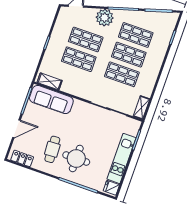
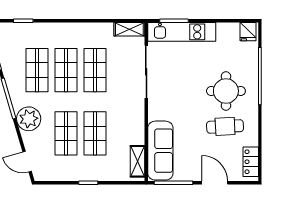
kitchen unit: (121, 158) -> (182, 32), moved

